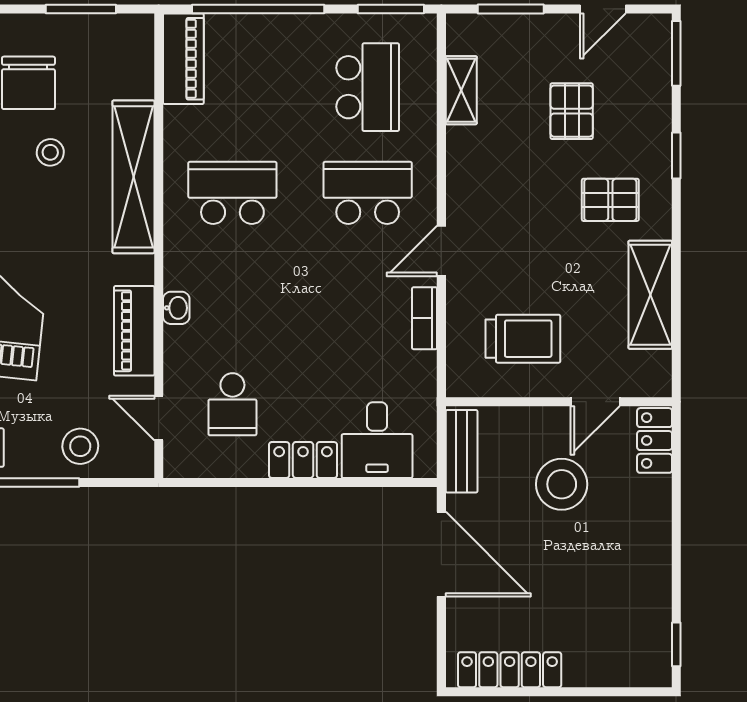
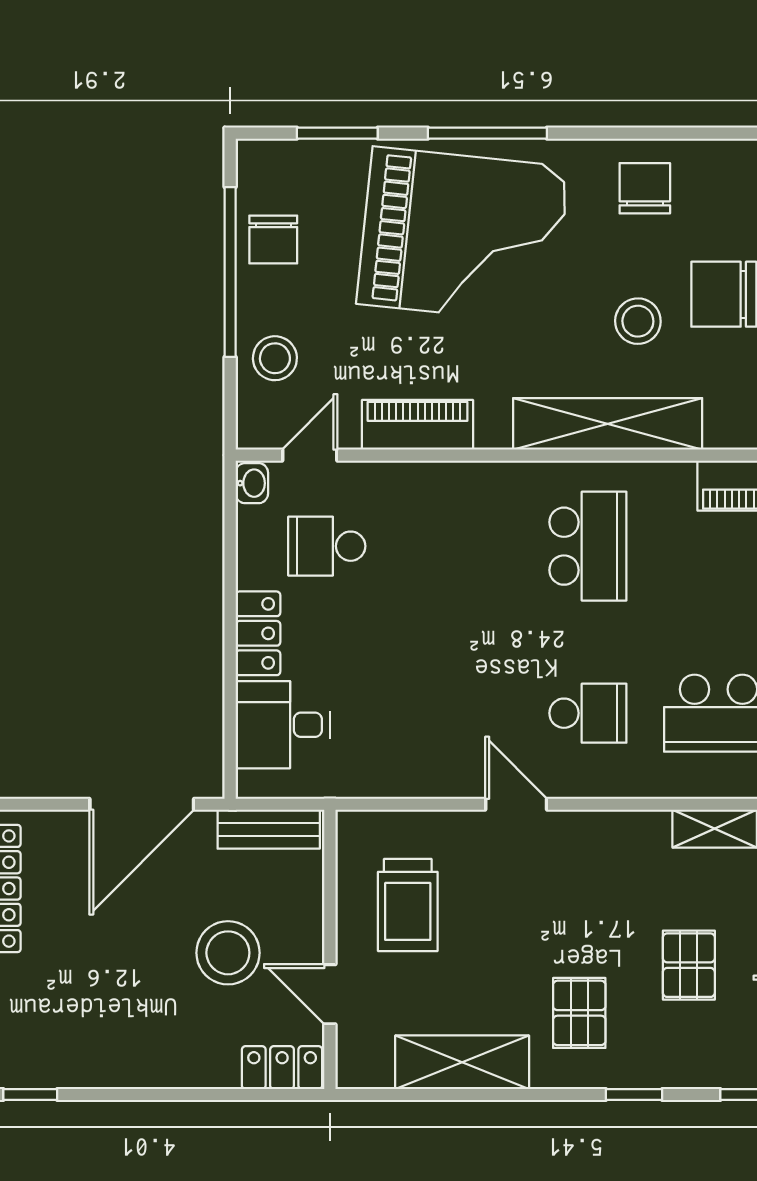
pallet: (572, 111) -> (689, 965), turned 90
stool: (50, 152) -> (638, 321), width x1.37, depth x1.37
school desk: (368, 193) -> (588, 713), width x0.54
washbasin: (176, 308) -> (252, 483), moved, turned -90
bookcase: (425, 318) -> (433, 783), removed

